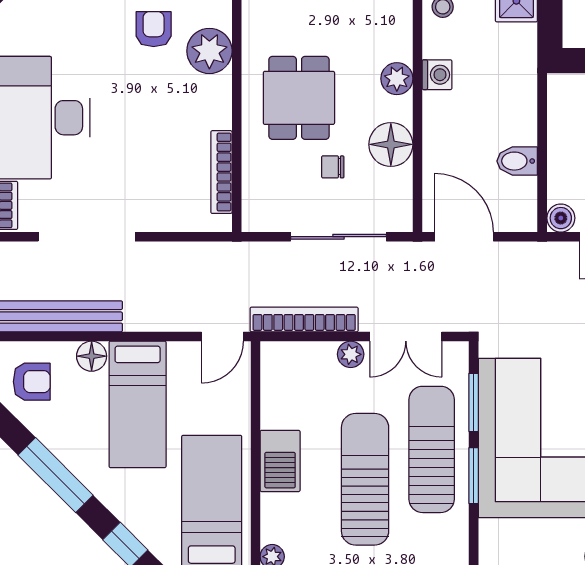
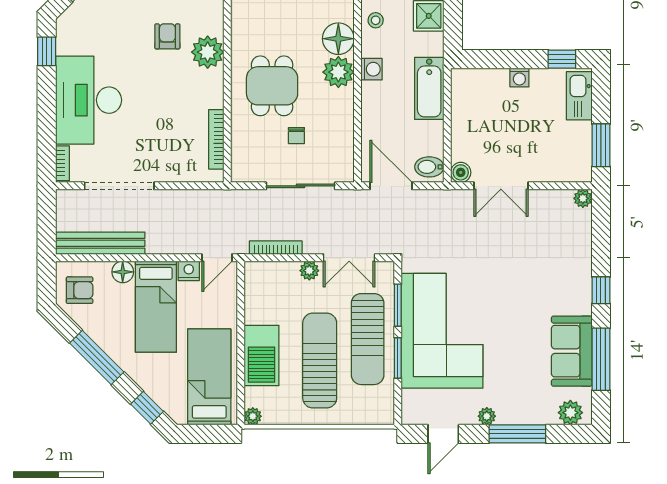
plant: (397, 79) -> (338, 72), width x1.36, depth x1.36
bathtub: (517, 101) -> (429, 88), added
floor lamp: (391, 144) -> (338, 39), moved
bidet: (517, 161) -> (429, 167), moved
chair: (333, 167) -> (296, 136), turned -90
bookcase: (304, 319) -> (276, 248), width x0.68, depth x0.76
nightstand: (183, 355) -> (189, 271), added
sun lounger: (432, 449) -> (368, 339), turned 180
barbecue: (280, 461) -> (262, 355), width x1.37, depth x1.21

